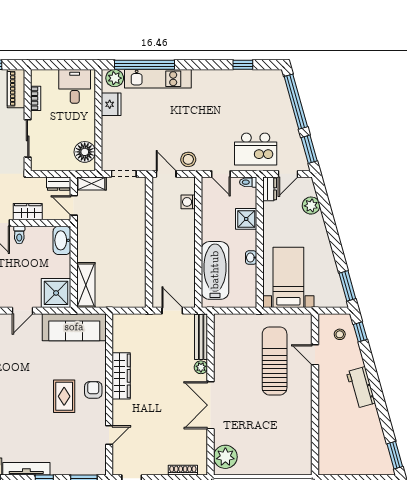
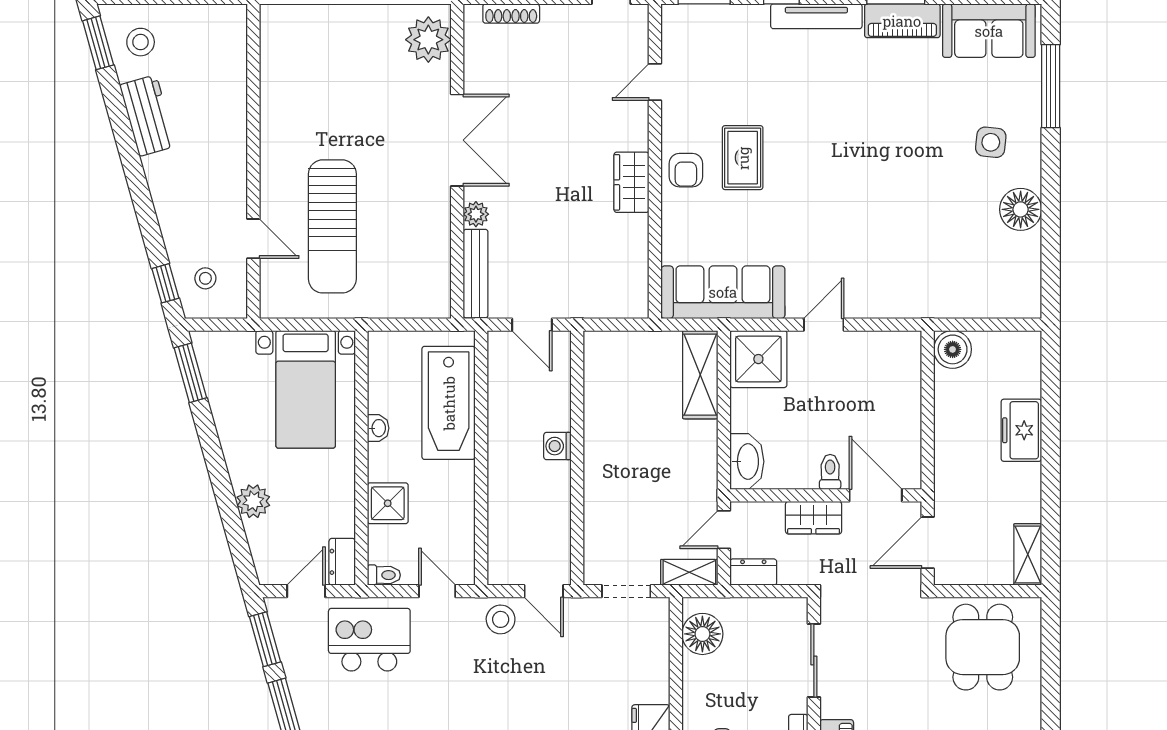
washing machine: (188, 202) -> (557, 446), moved, turned 180
door: (74, 205) -> (724, 530), swing flipped
plant: (311, 206) -> (253, 501), moved
wardrobe: (121, 376) -> (631, 182), width x0.67
workbench: (361, 387) -> (148, 116), moved
stool: (373, 456) -> (141, 42), added

